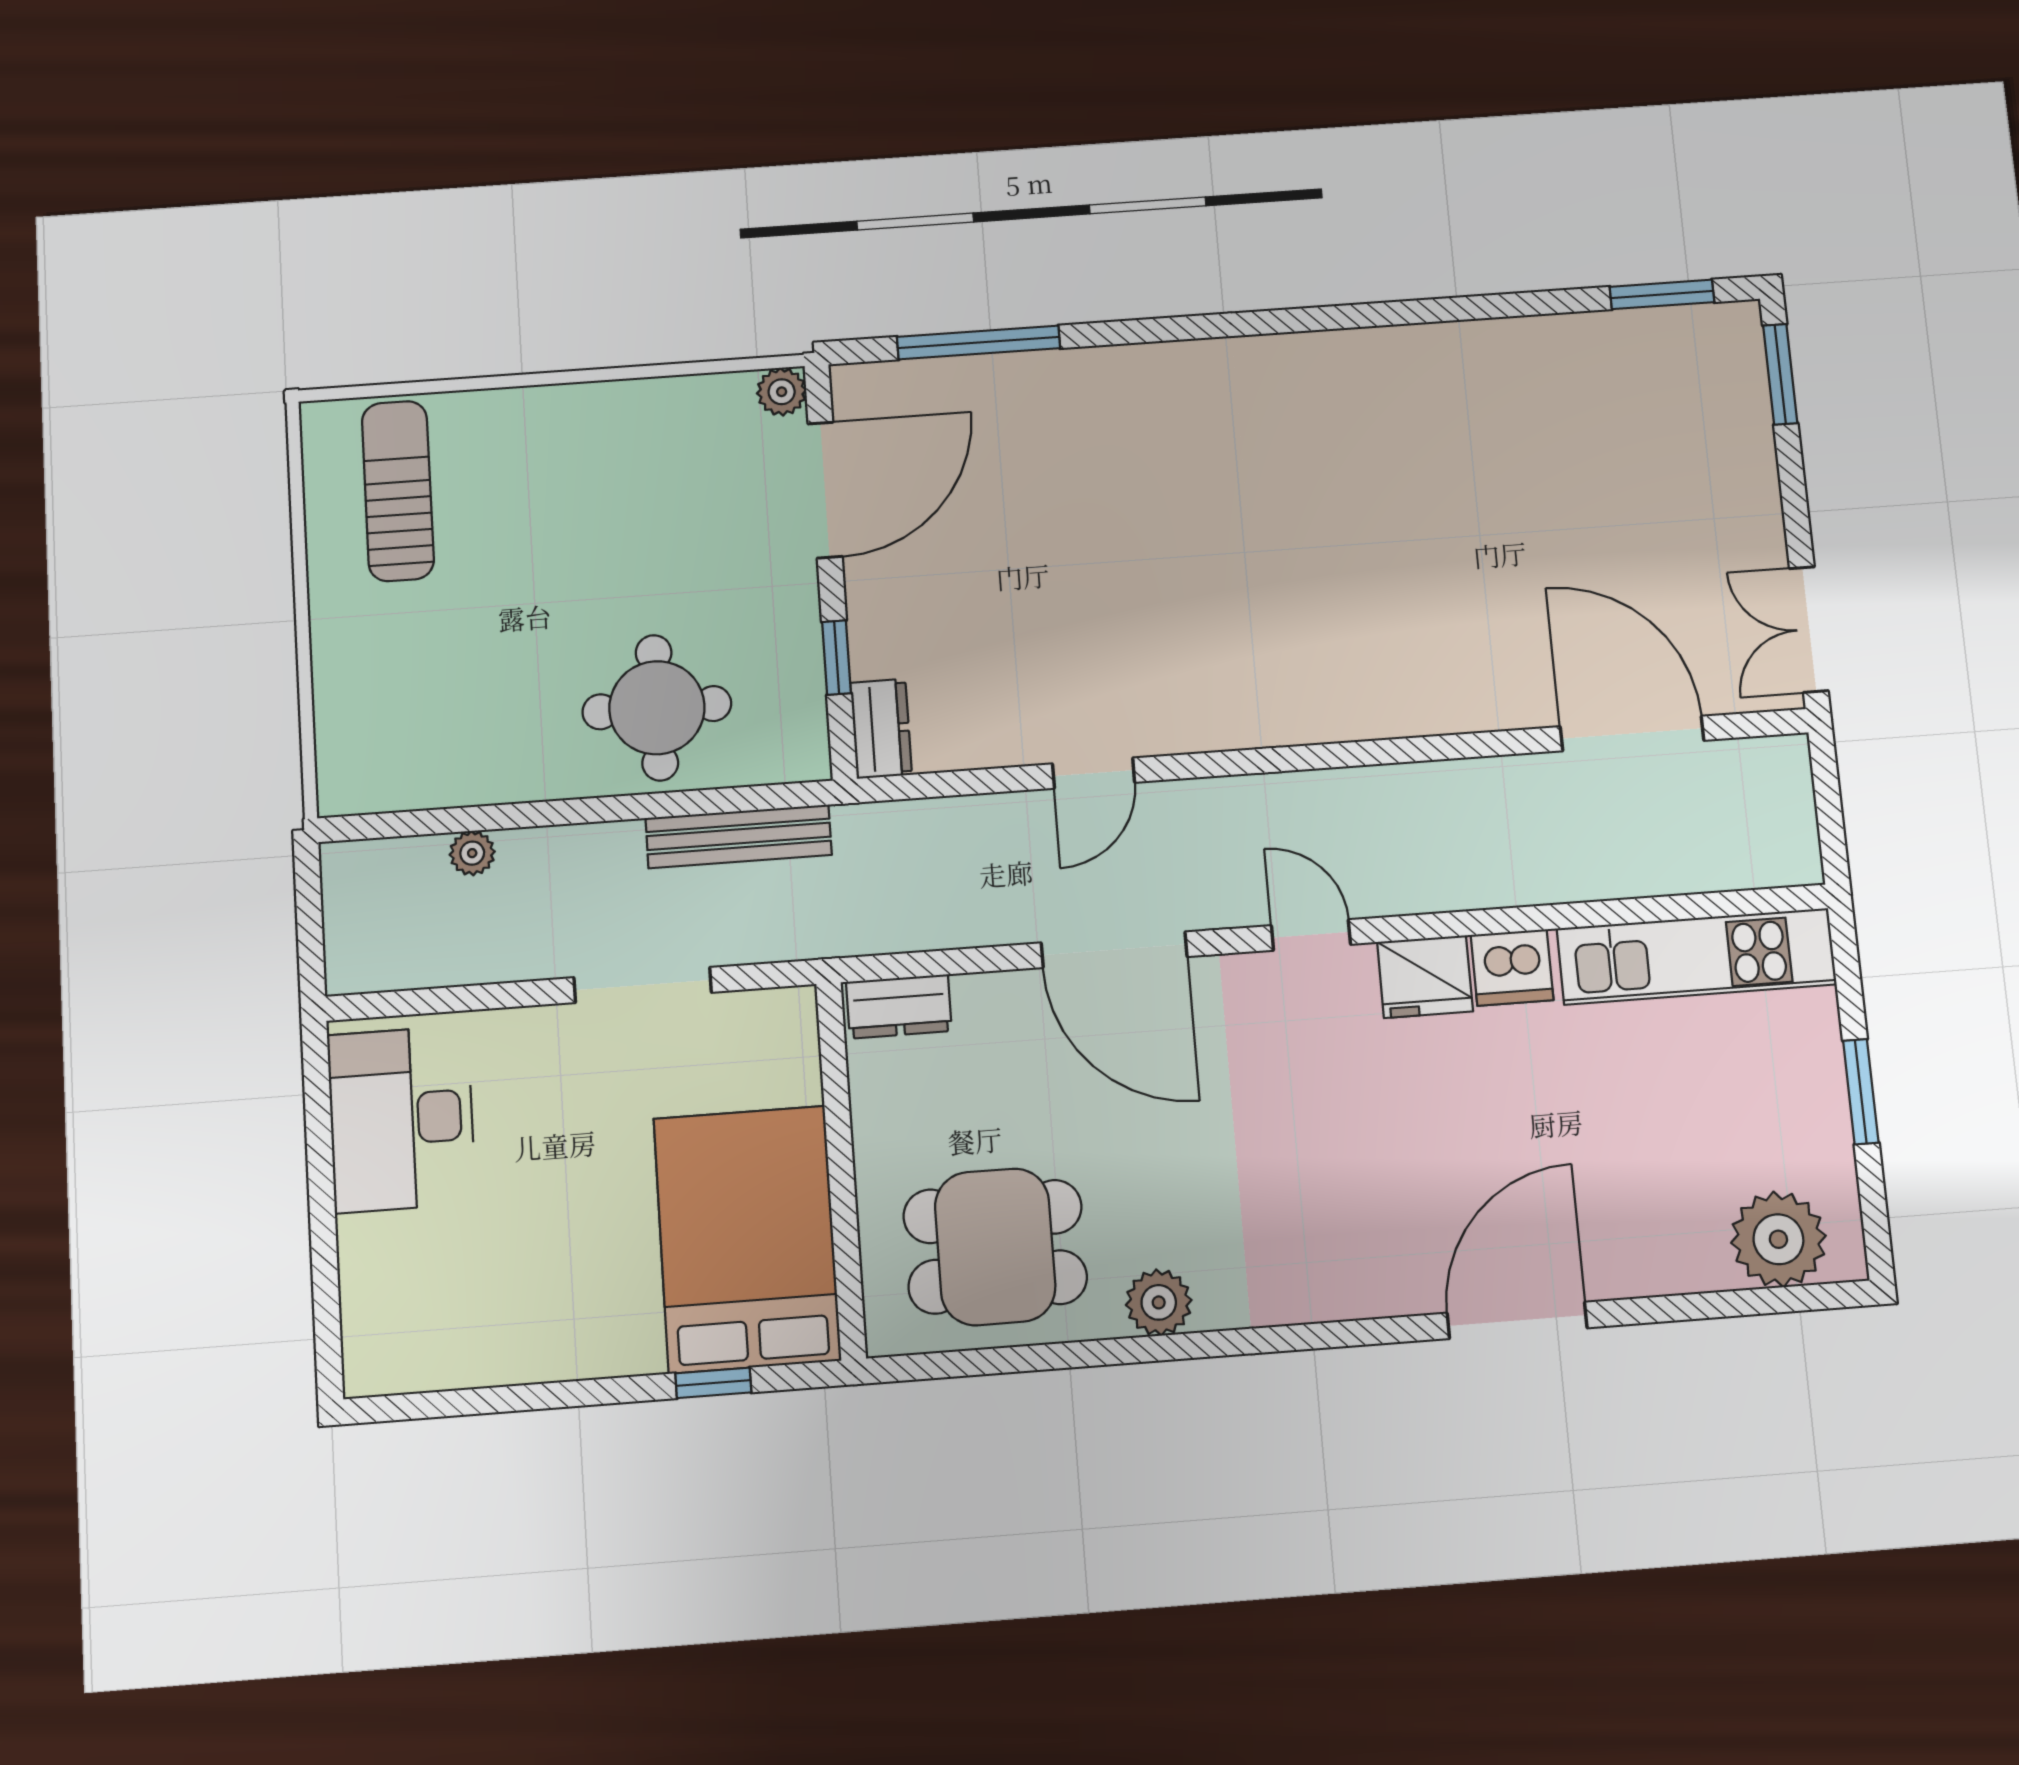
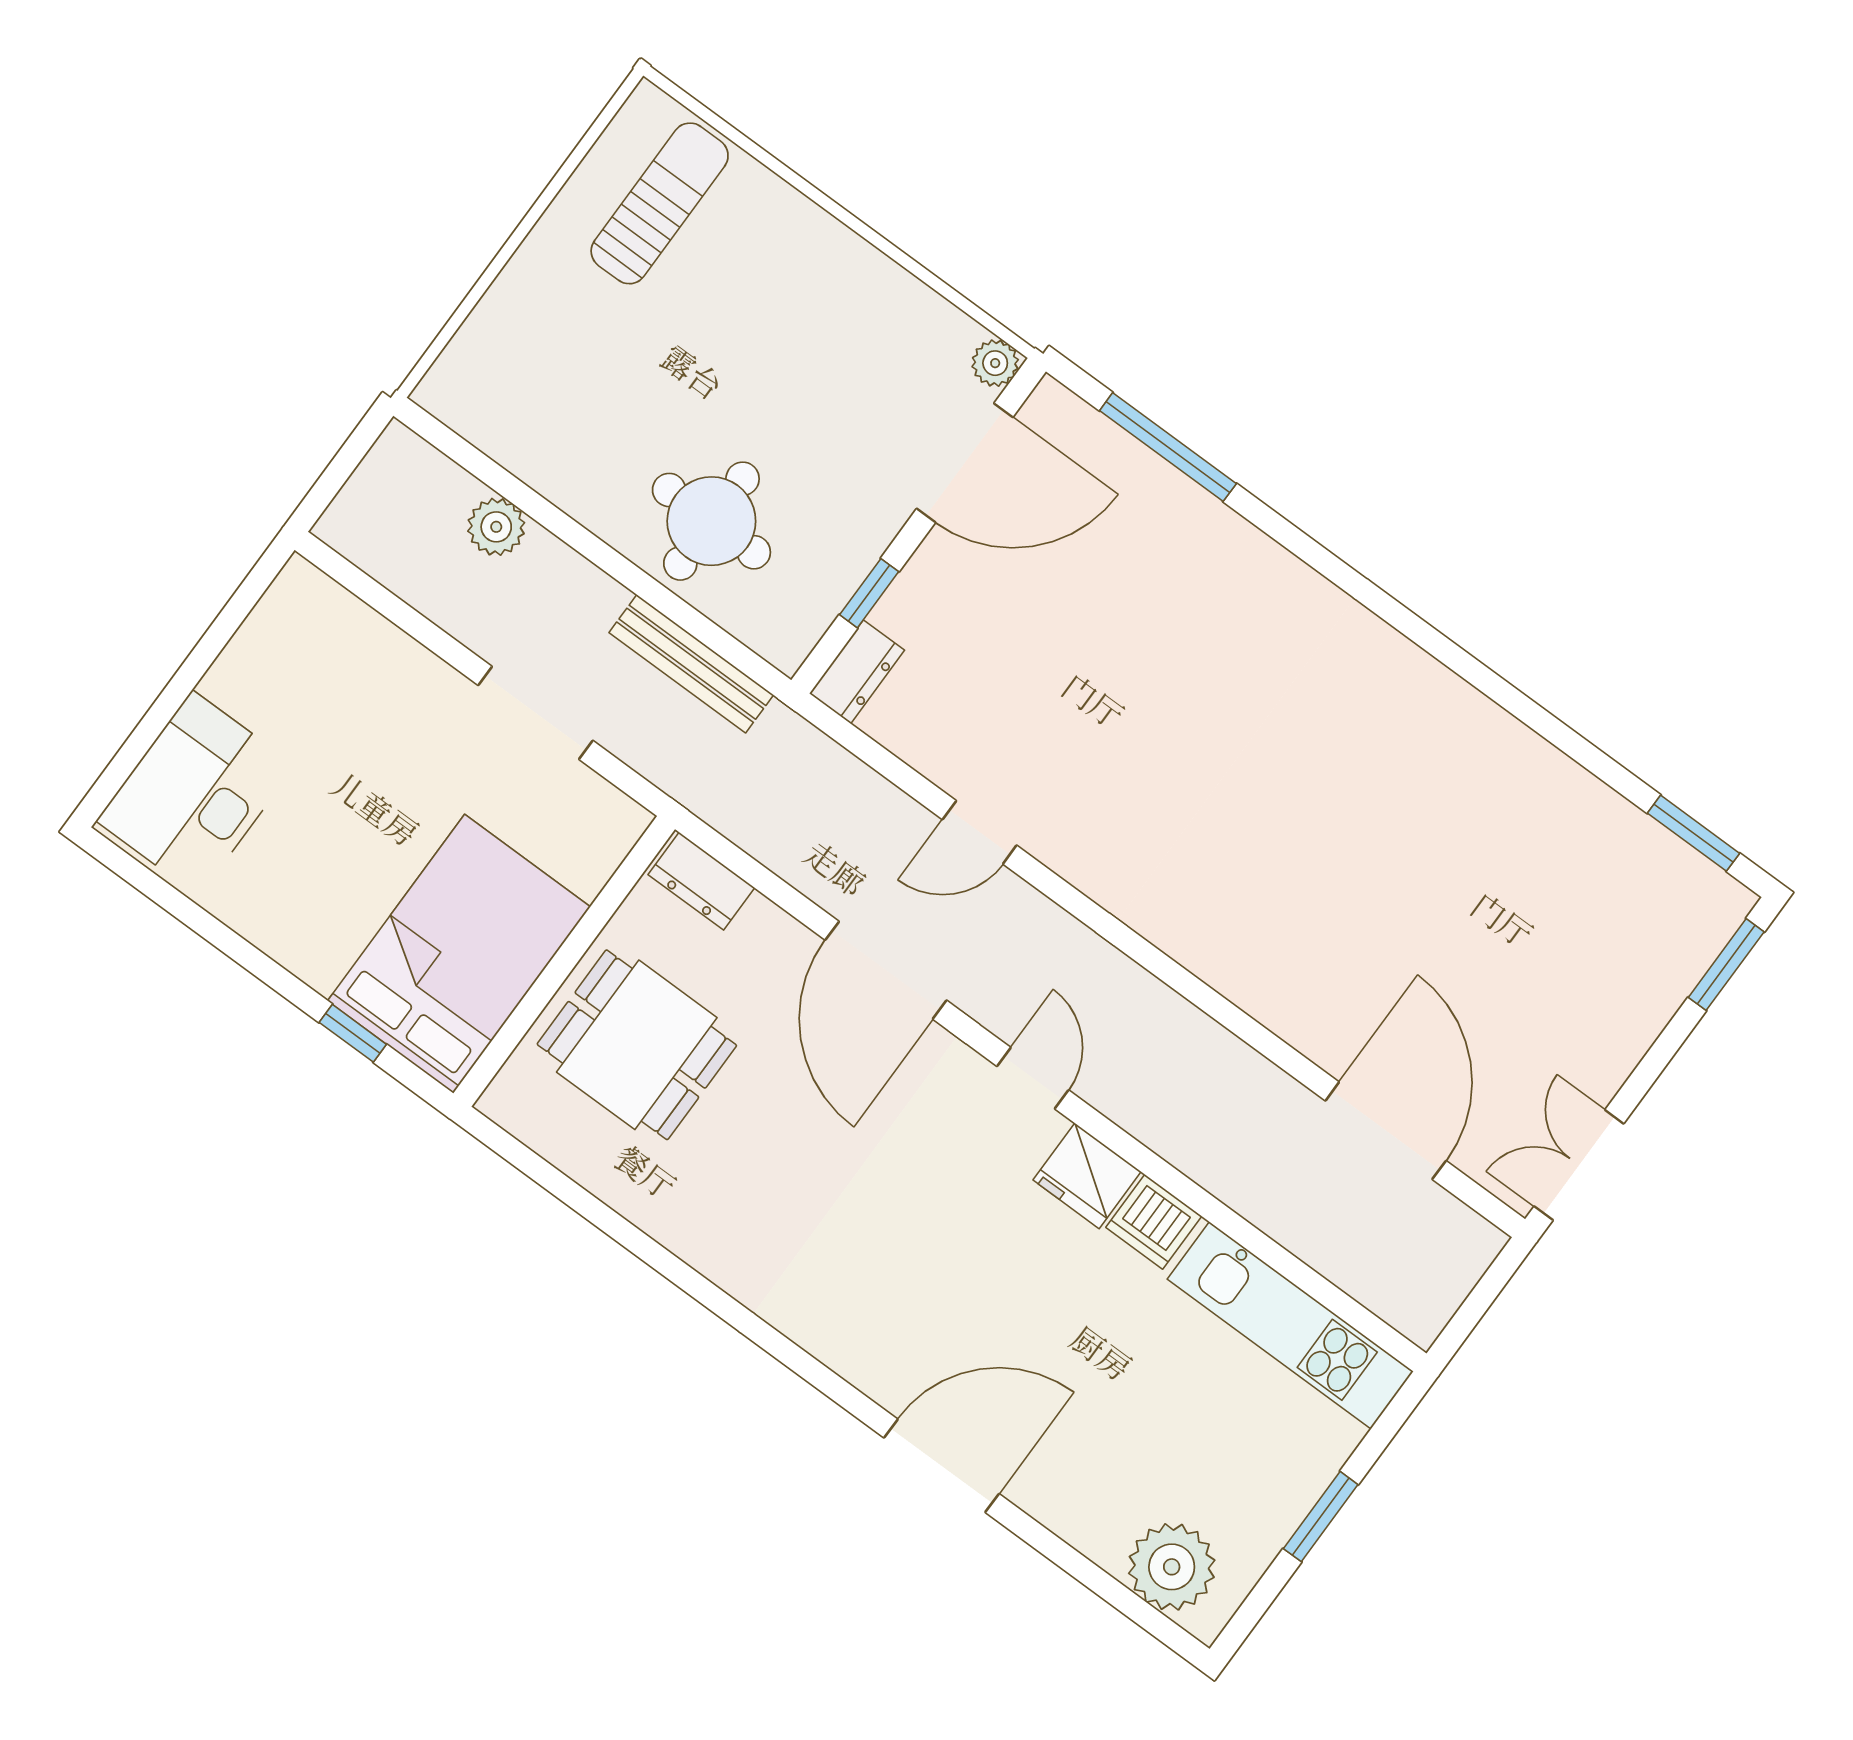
plant: (472, 853) -> (496, 527), width x1.38, depth x1.38
desk: (401, 1119) -> (196, 793), moved
dining table: (995, 1247) -> (637, 1045), moved
plant: (1159, 1302) -> (705, 1241), removed

